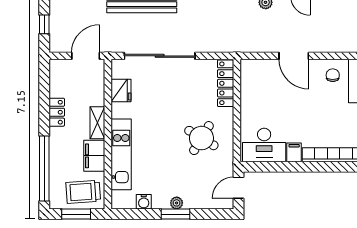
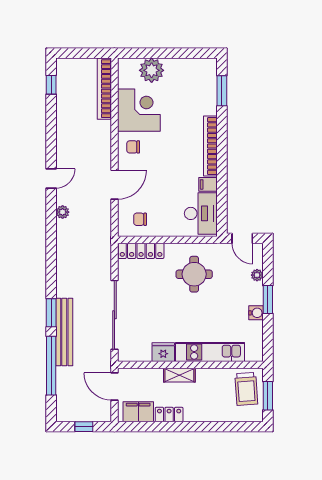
chair: (258, 82) -> (140, 219), added
fridge: (121, 91) -> (163, 352), moved
round table: (201, 138) -> (194, 274), turned -31
filing cabinet: (94, 156) -> (138, 412), moved, turned 180
window: (44, 168) -> (224, 427), removed
water cooler: (144, 202) -> (256, 313), moved
plant: (177, 203) -> (257, 275), moved

